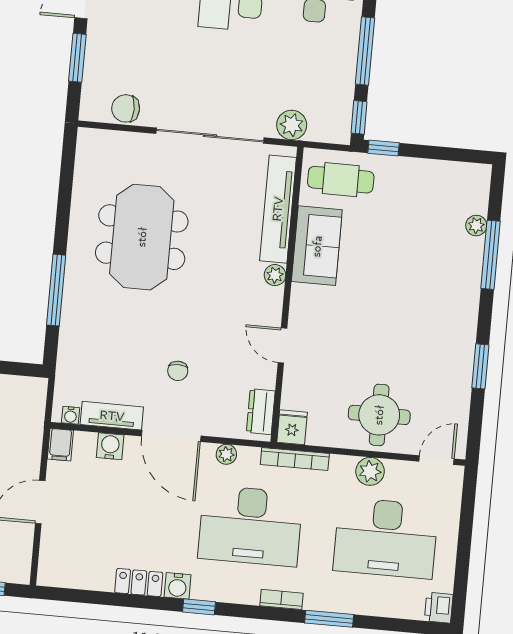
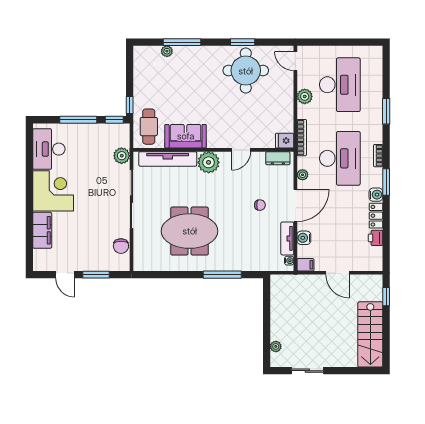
plant: (275, 275) -> (209, 162), width x1.88, depth x1.88
round table: (379, 415) -> (246, 71), moved, width x1.36, depth x1.36
bookcase: (281, 599) -> (378, 156), moved
window: (199, 607) -> (386, 182), width x1.50
printer: (439, 608) -> (376, 238), moved, turned 90

